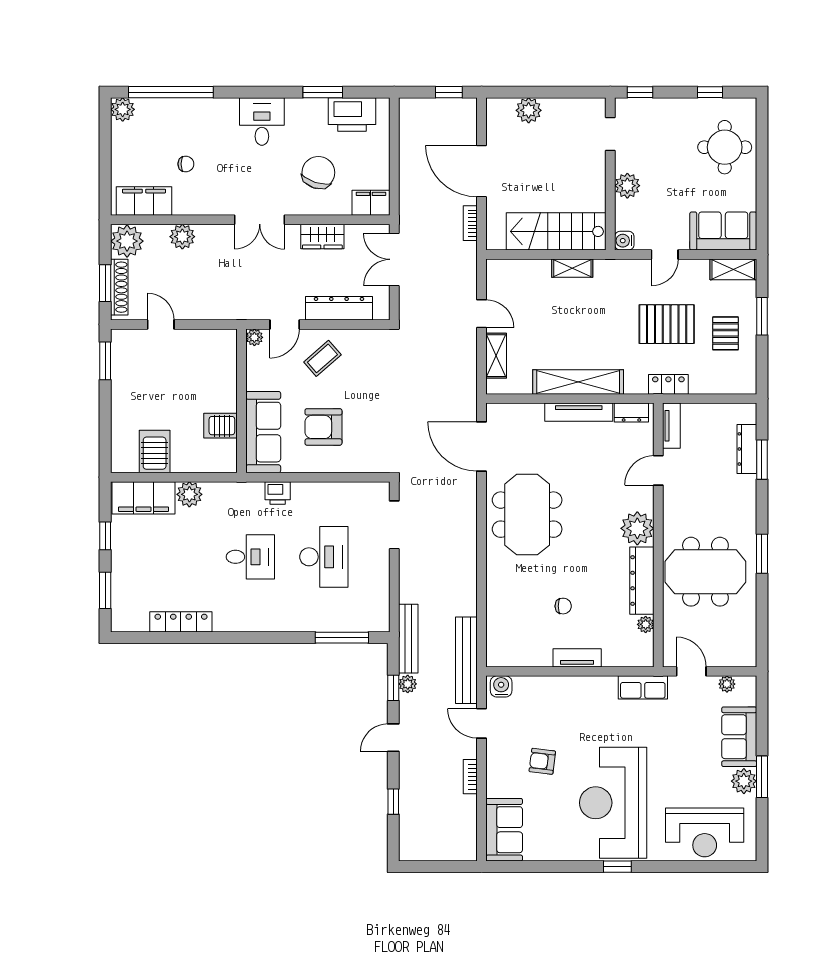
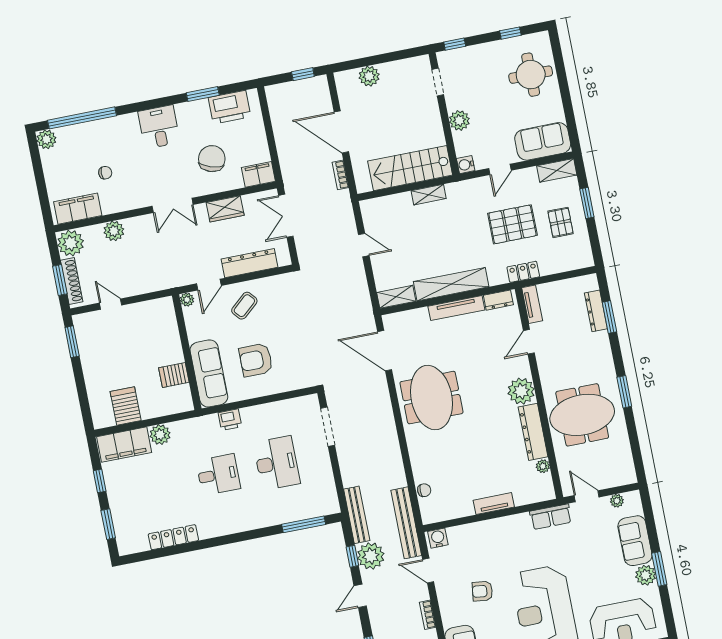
shelving: (496, 356) -> (396, 297), moved, turned 90
chair: (563, 606) -> (424, 490), moved
plant: (408, 684) -> (371, 556), width x1.87, depth x1.87

